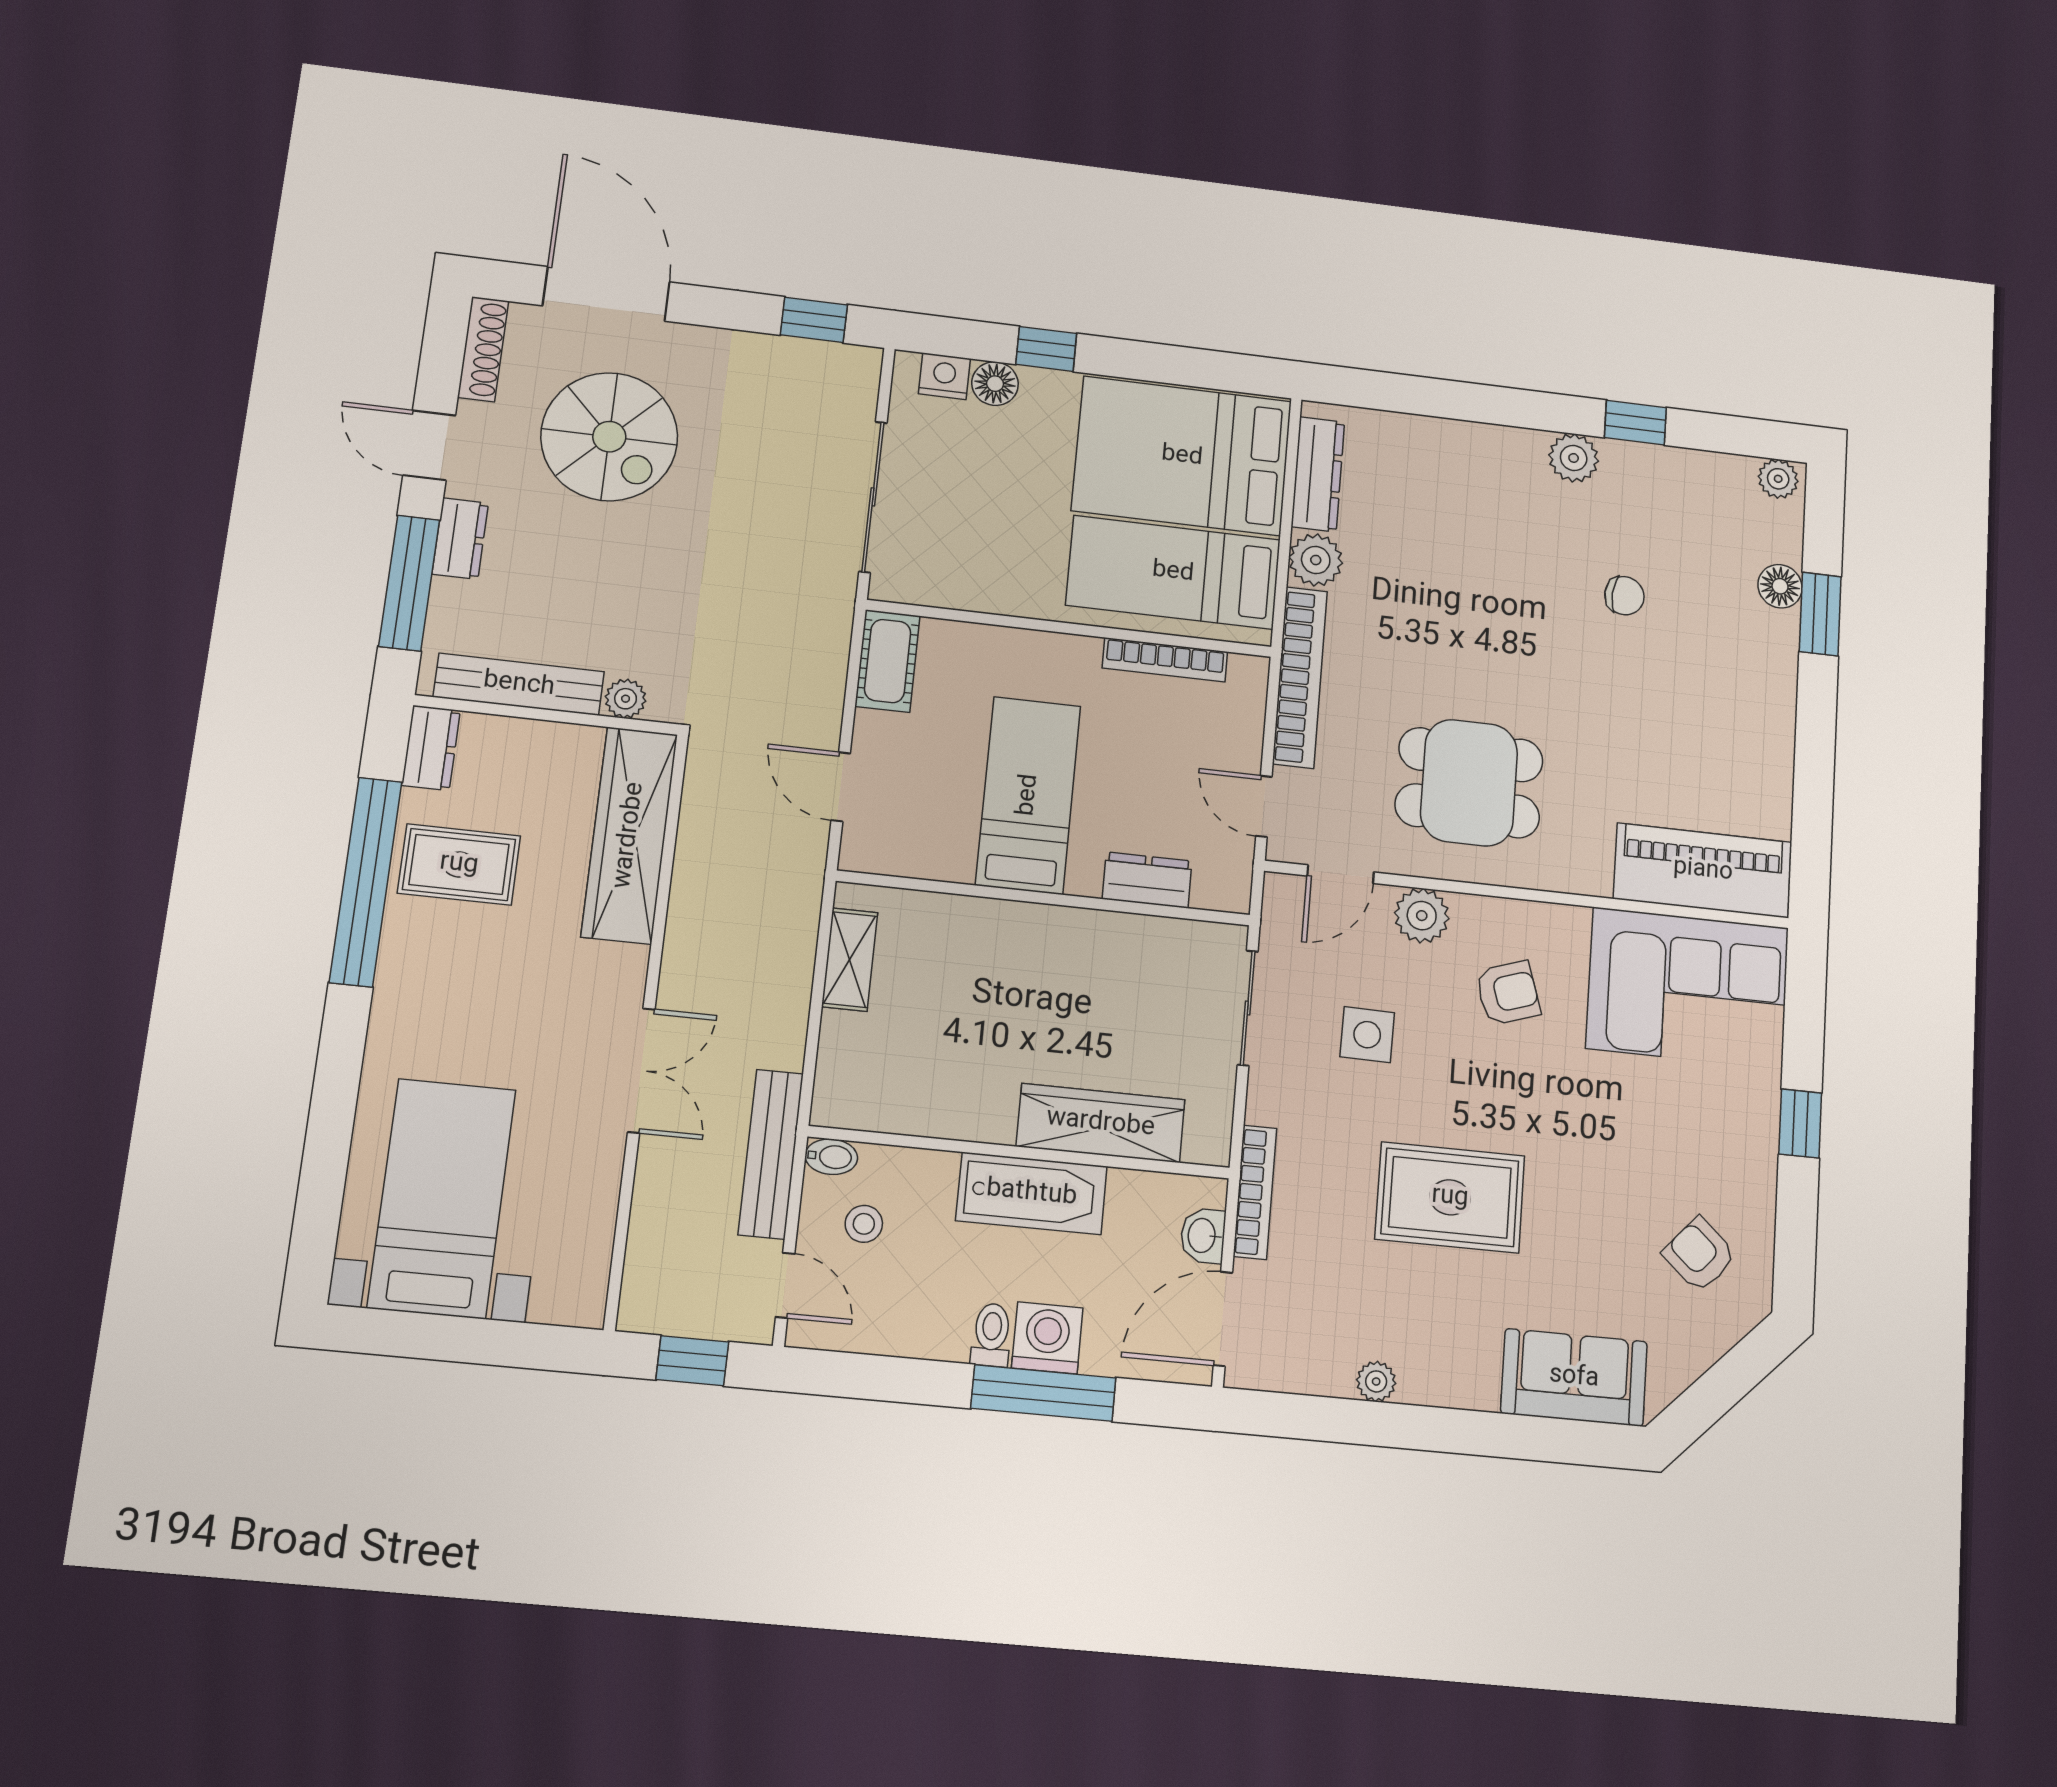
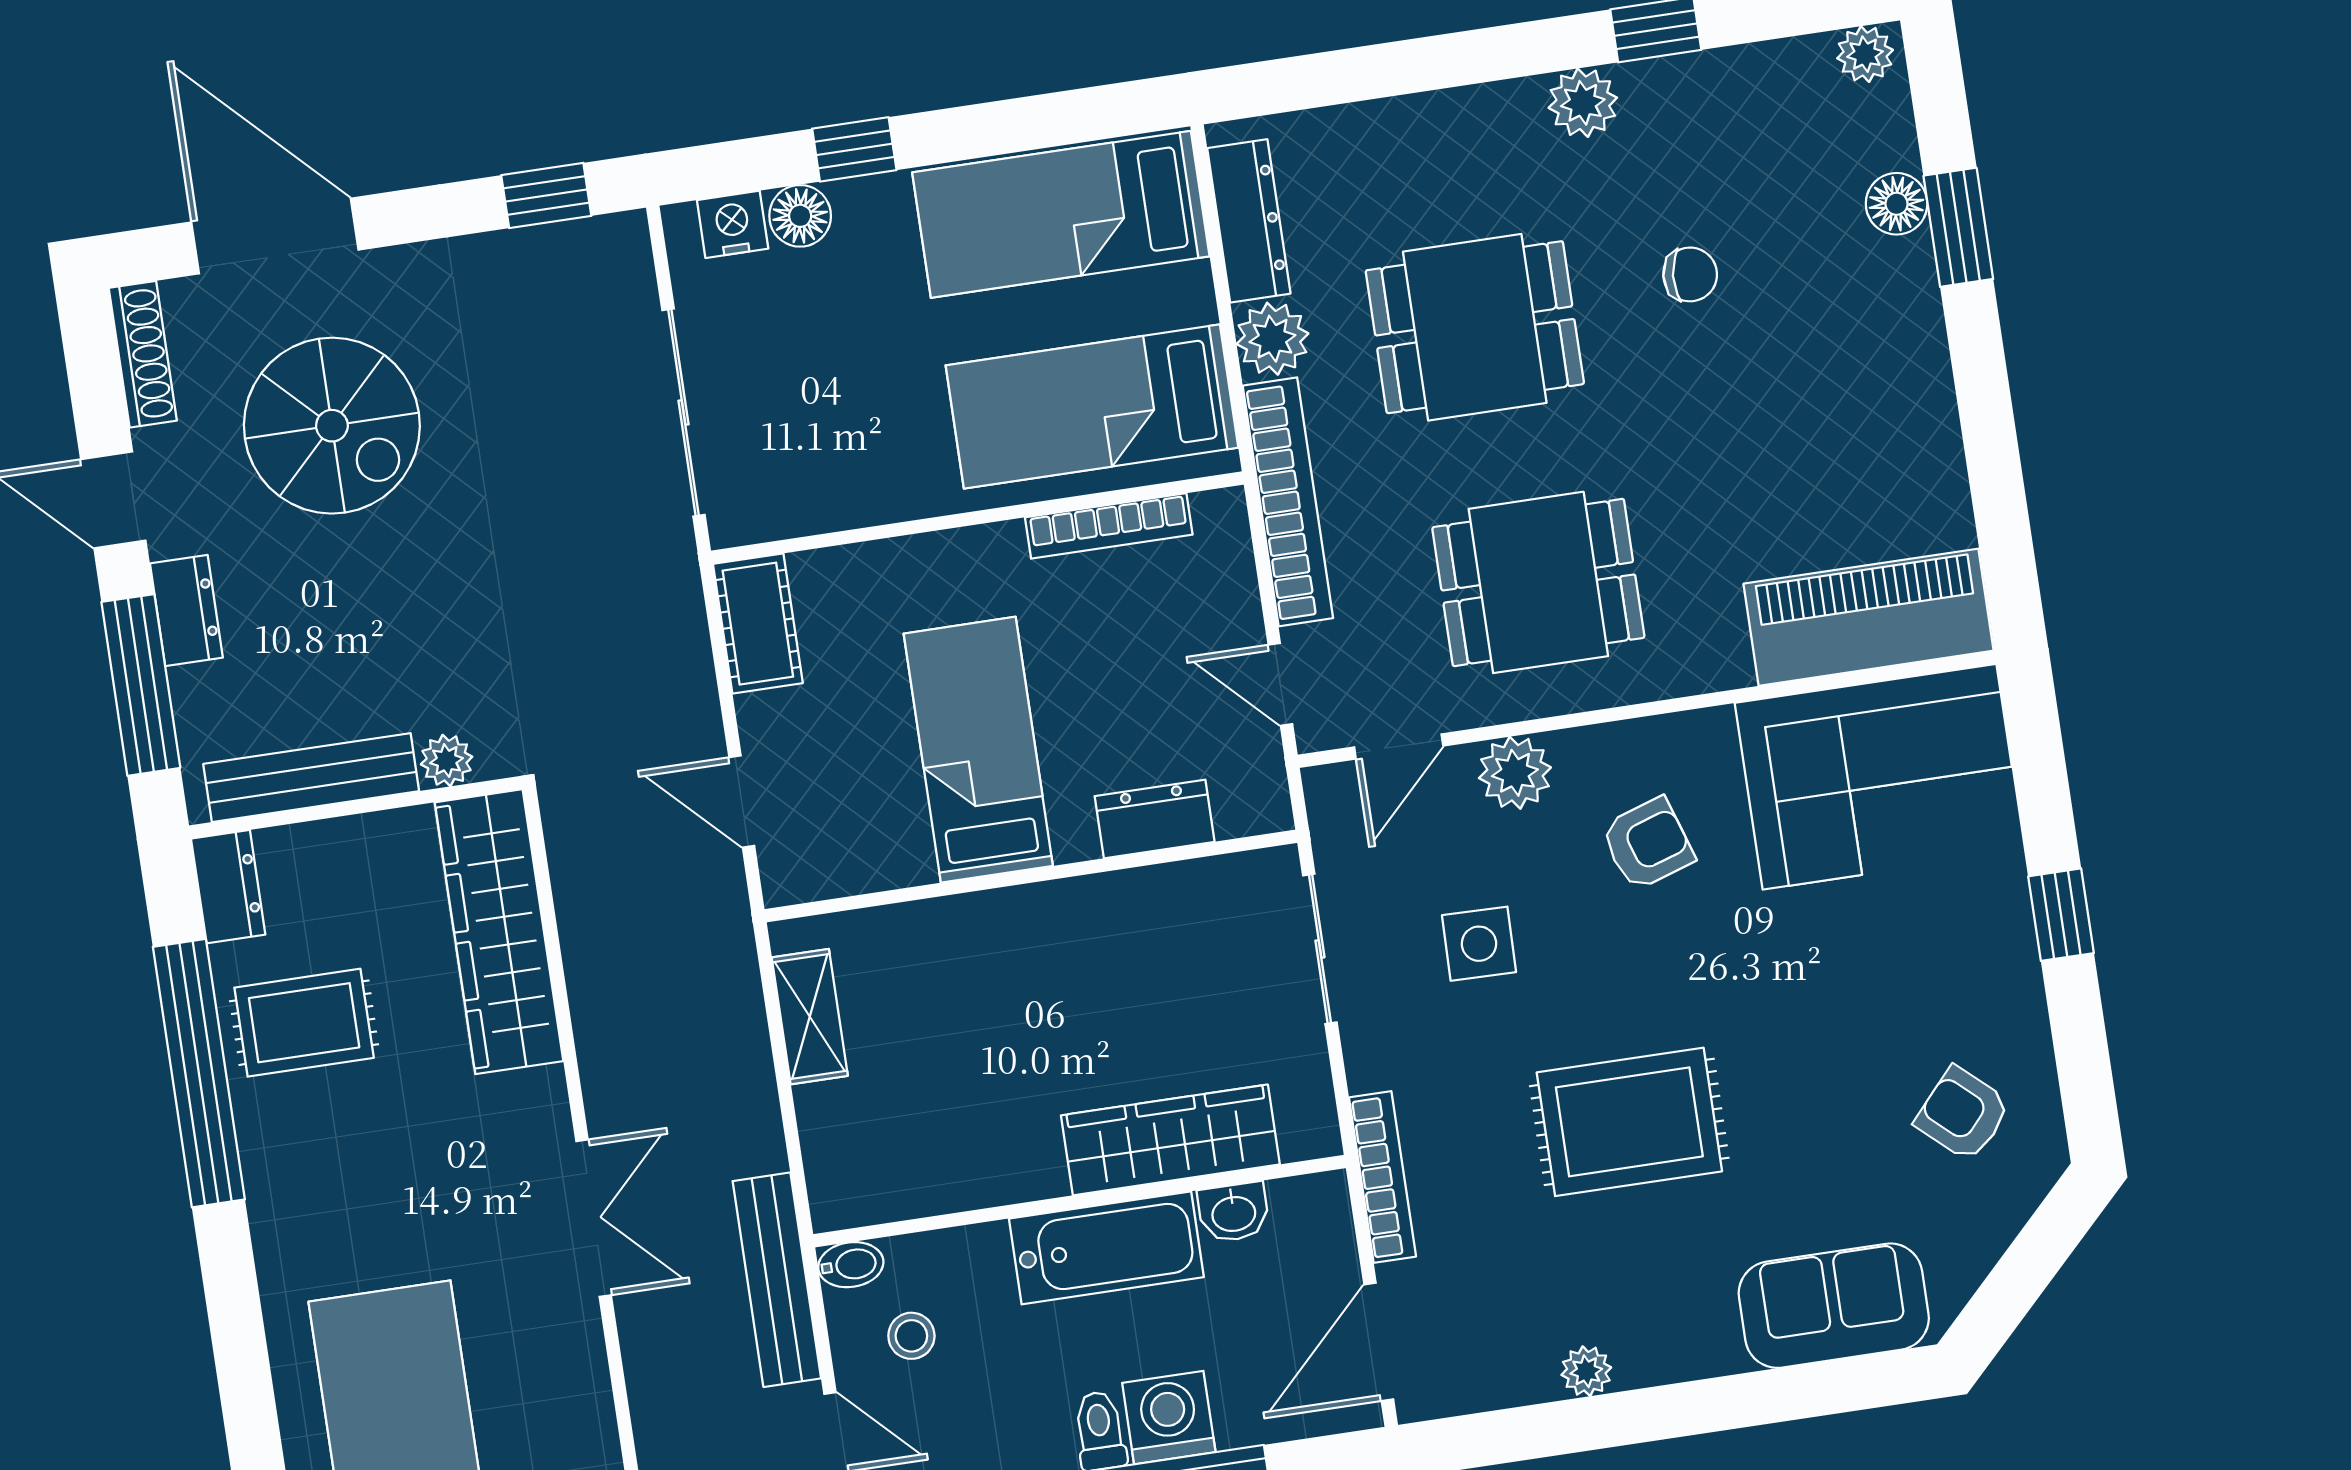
bed: (1182, 456) -> (1061, 214), width x0.67
dining table: (1463, 591) -> (1475, 327), added
washbasin: (1203, 1236) -> (1234, 1212), moved, turned -90

